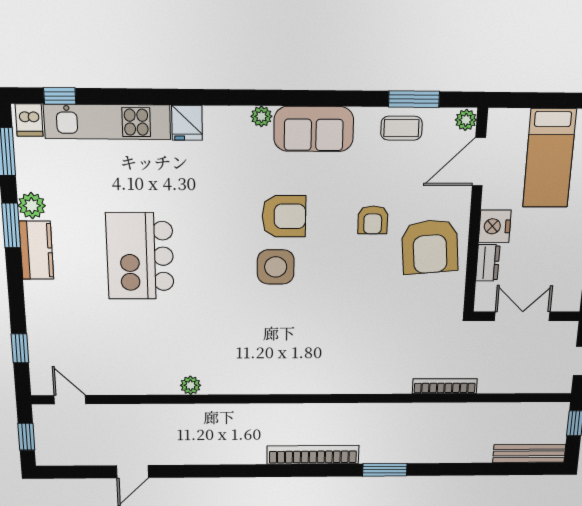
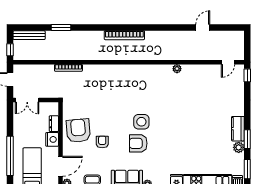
kitchen island: (140, 256) -> (196, 126), removed
double door: (522, 316) -> (27, 100), moved
window: (20, 348) -> (247, 75), moved
door: (70, 400) -> (228, 62), hinge flipped
window: (26, 437) -> (247, 45), removed
window: (385, 470) -> (61, 28), moved

